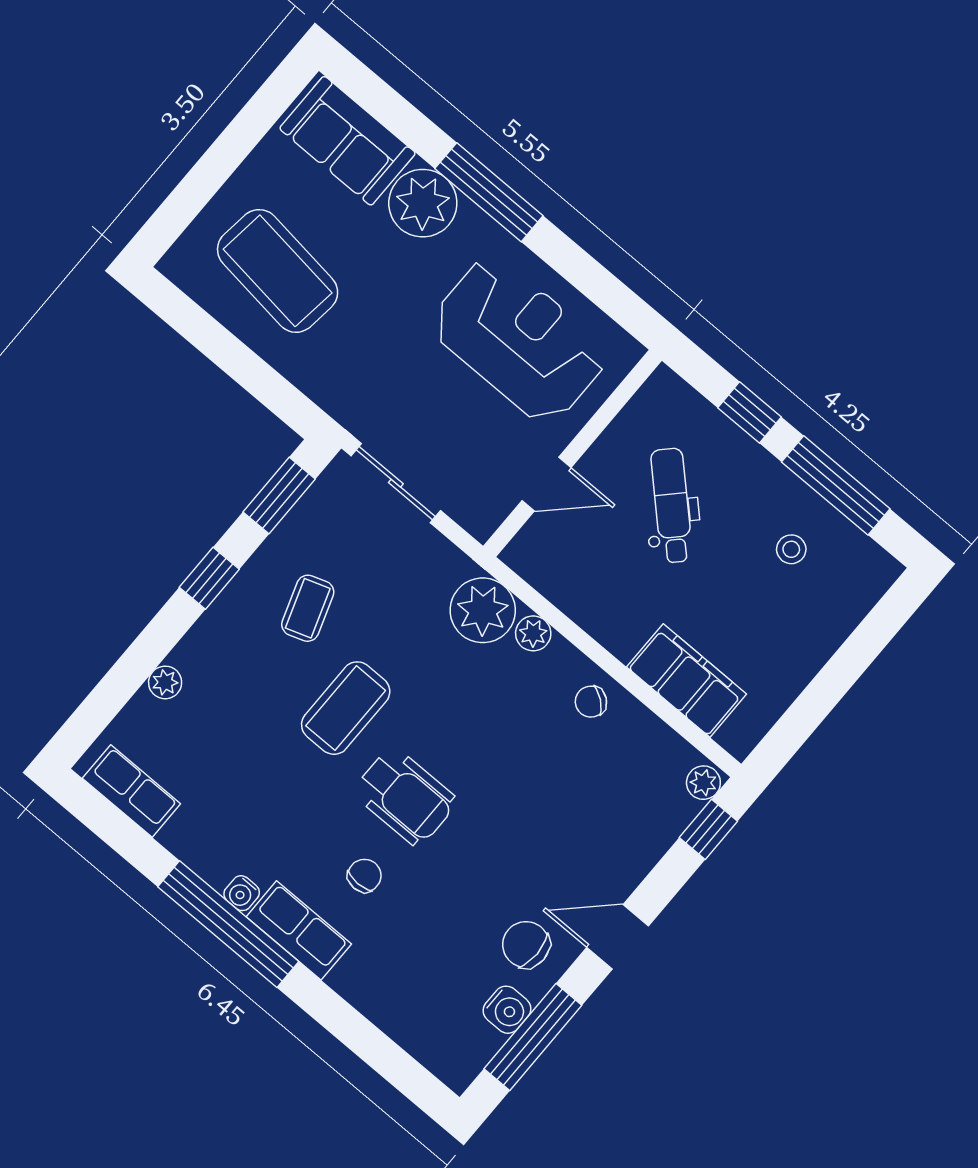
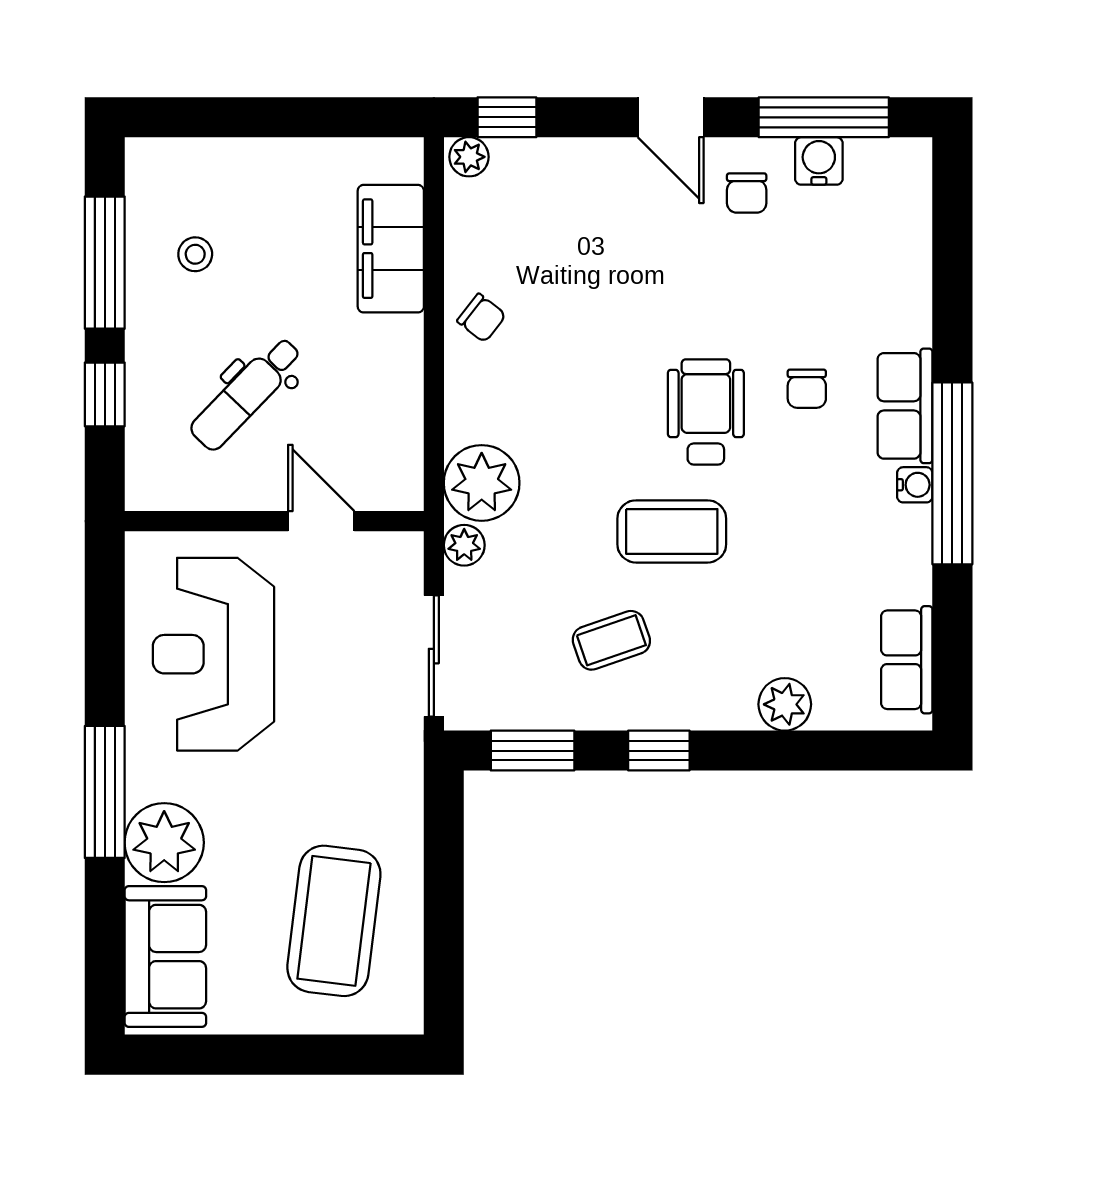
plant: (533, 633) -> (464, 545), moved
plant: (165, 682) -> (785, 704), width x1.38, depth x1.38
chair: (364, 876) -> (807, 389), turned -90
chair: (526, 945) -> (747, 193), width x0.73, depth x0.73

